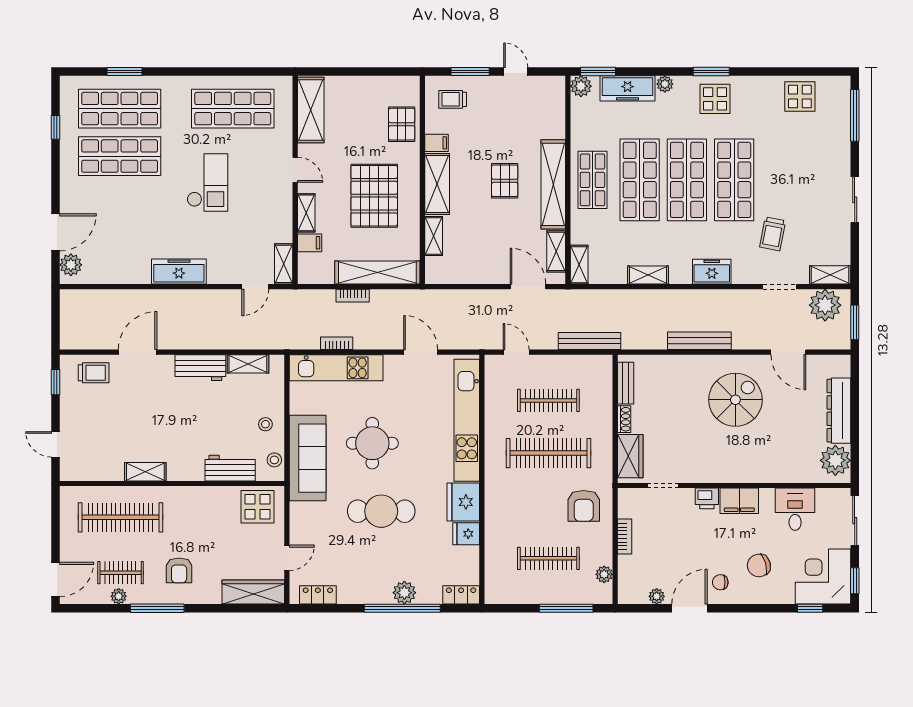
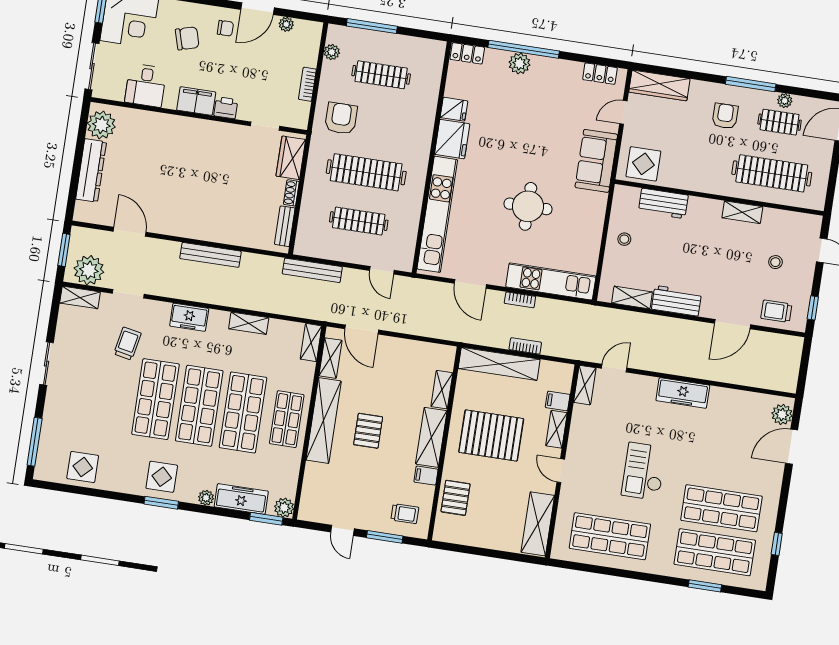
pallet: (374, 196) -> (491, 435), turned 90
bookcase: (337, 343) -> (520, 300), moved
spiral stairs: (735, 400) -> (185, 195), removed
sofa: (308, 458) -> (596, 161), moved, width x0.73
stool: (274, 460) -> (775, 262), moved
cafe table: (381, 511) -> (529, 142), removed

